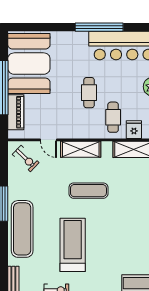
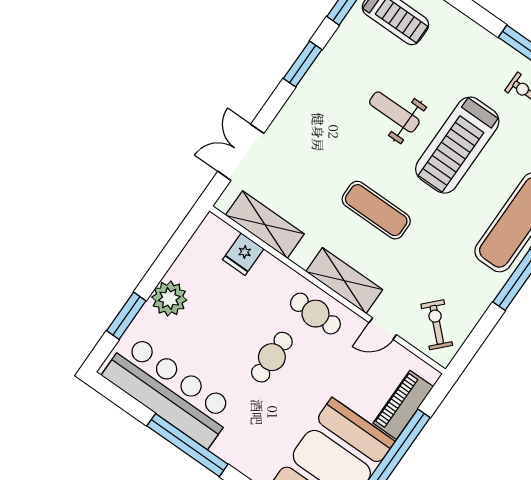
cafe table: (113, 117) -> (315, 314), moved, turned 90
door: (49, 140) -> (383, 329), swing flipped
weight bench: (111, 240) -> (394, 112), added

